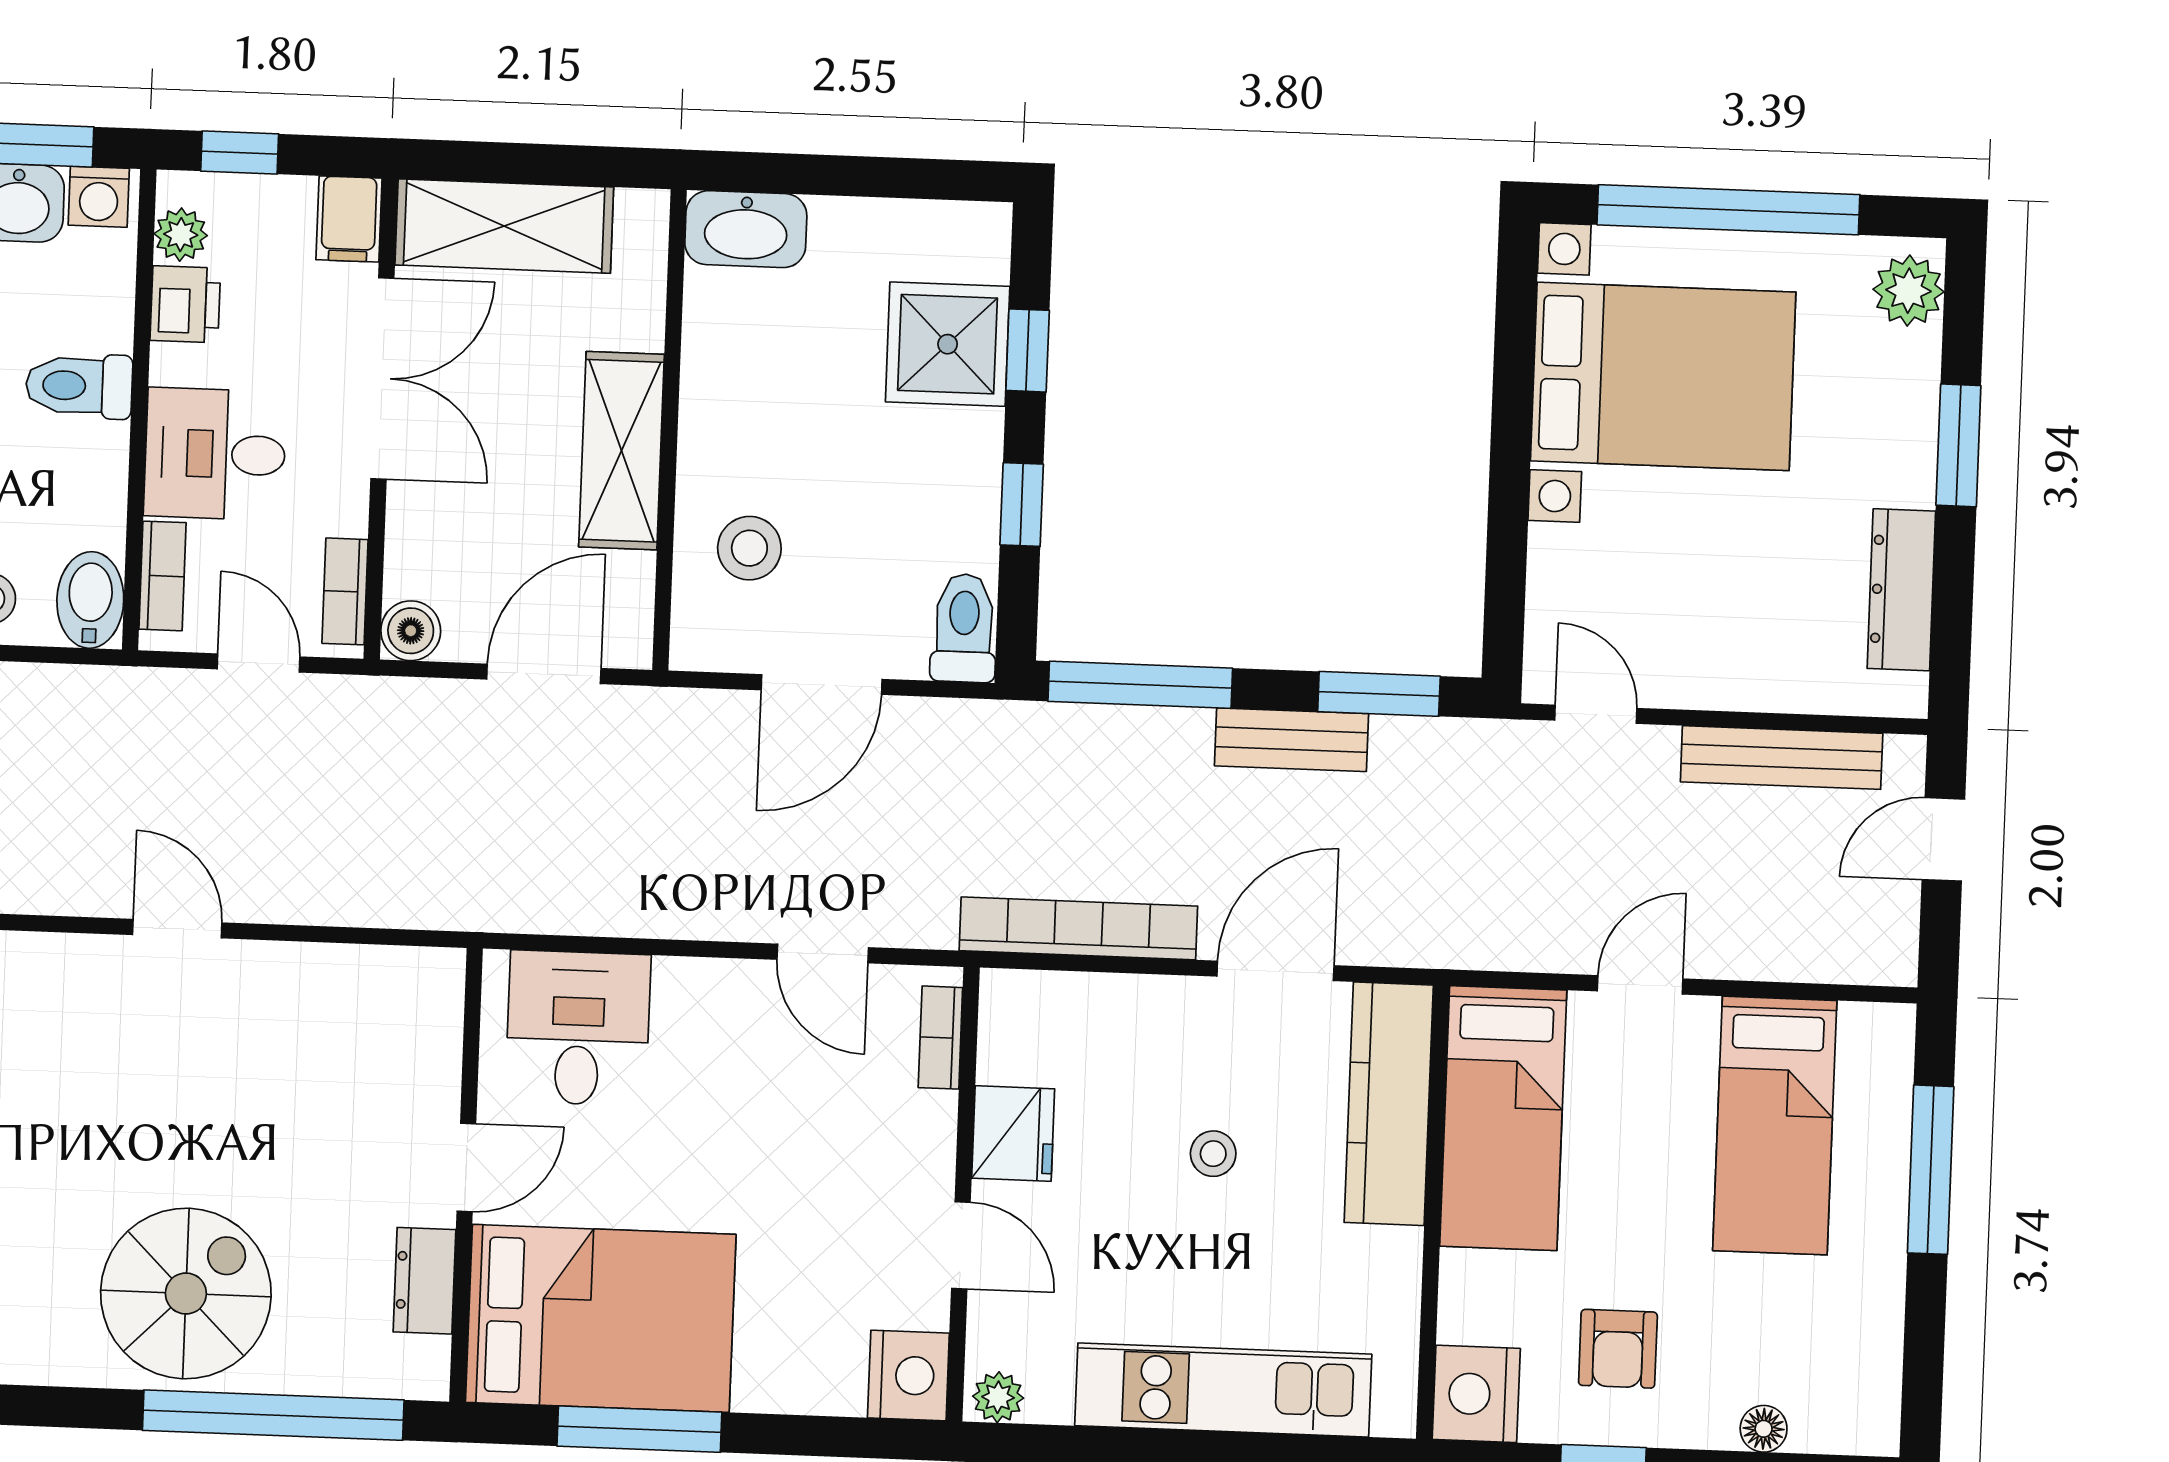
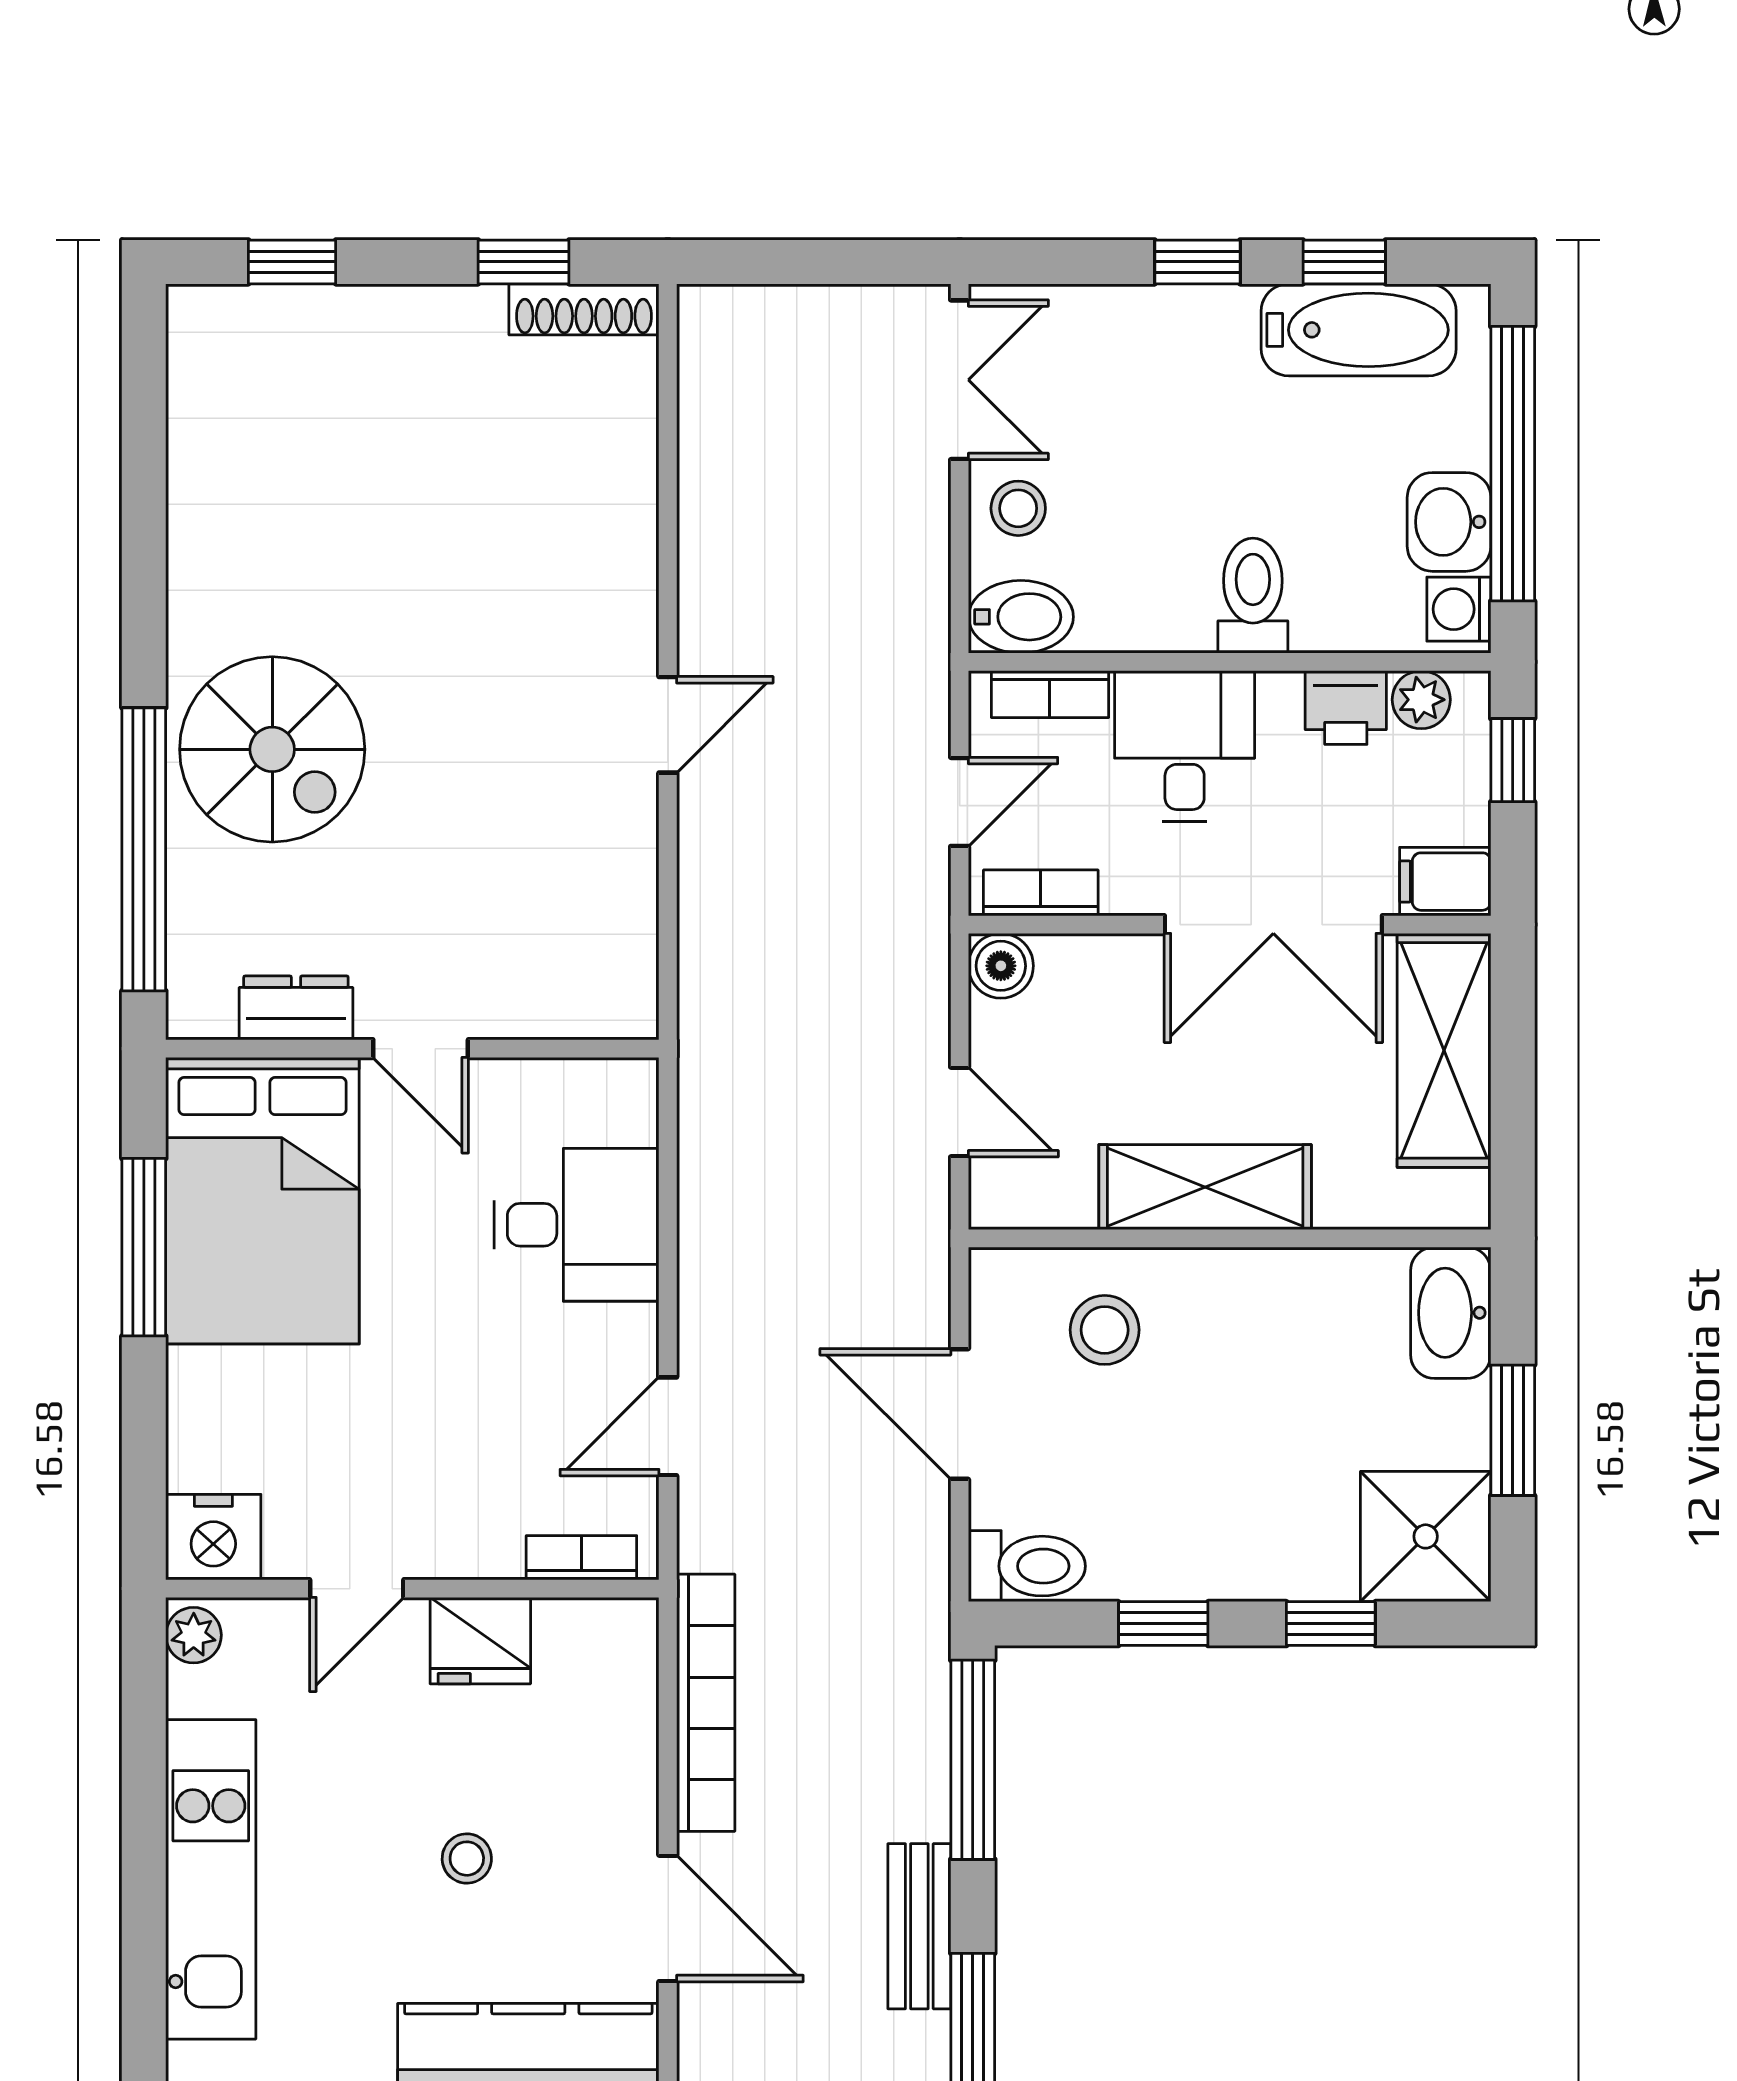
window: (856, 176) -> (1513, 1430), added
shower: (948, 344) -> (1426, 1536), moved
door: (544, 674) -> (960, 1112), width x0.73
desk: (578, 1028) -> (577, 1225), moved

